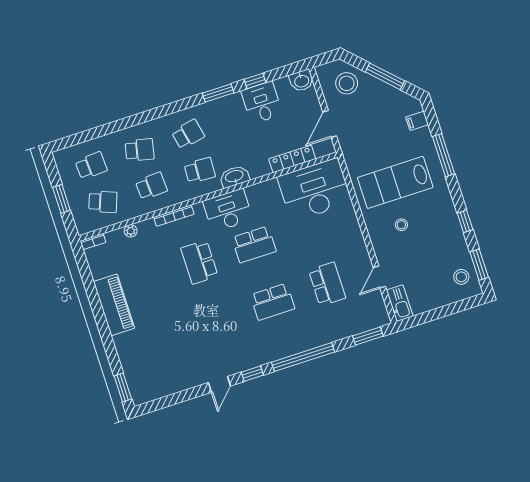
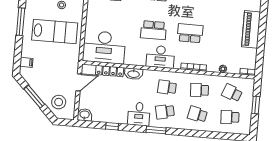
window: (218, 93) -> (156, 130), moved
desk: (262, 103) -> (139, 114), moved
window: (443, 155) -> (21, 22), moved
washbasin: (234, 177) -> (134, 74), moved
school desk: (254, 244) -> (153, 30), turned 180
school desk: (199, 262) -> (190, 33), turned -90

